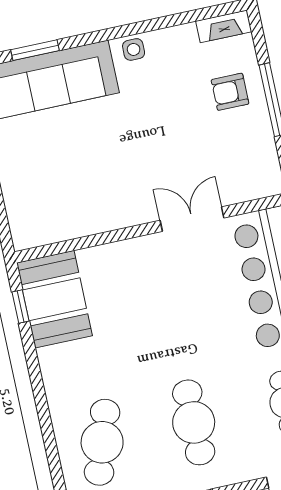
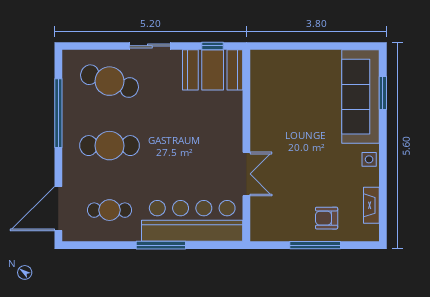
fireplace: (224, 26) -> (371, 205), moved
armchair: (230, 92) -> (327, 218), turned -90
sliding door: (40, 396) -> (150, 46), added

